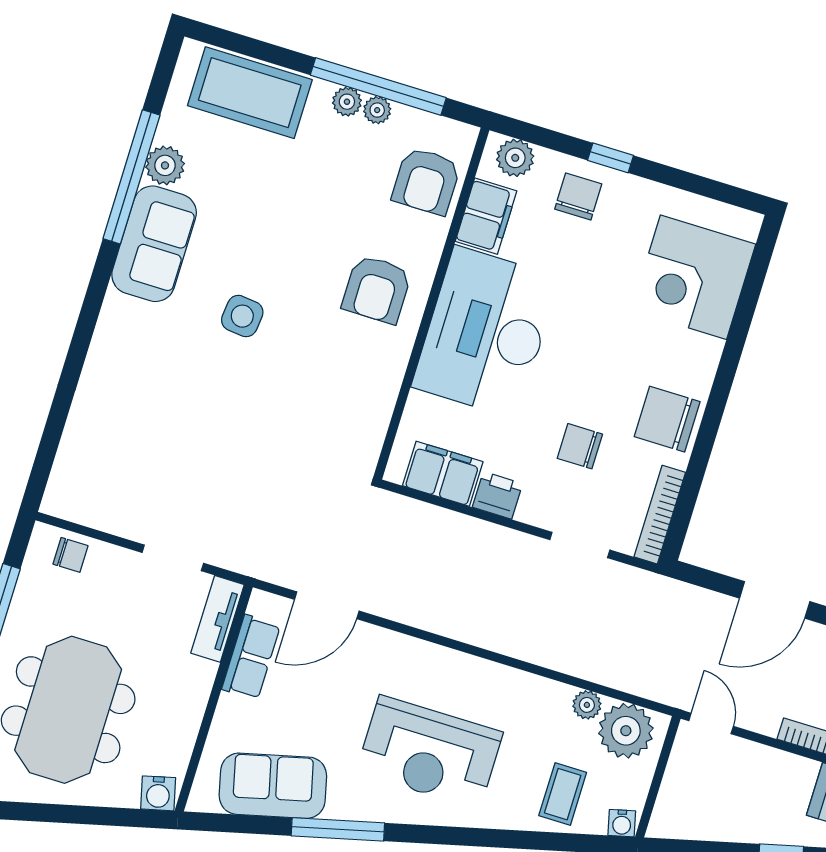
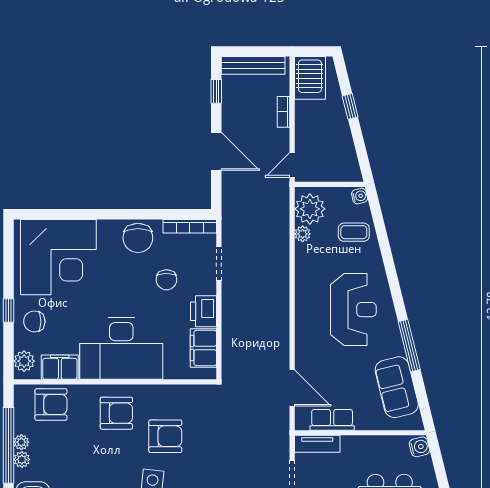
corner desk: (694, 277) -> (58, 257), width x1.36, depth x1.36
armchair: (311, 361) -> (165, 436), added
printer: (497, 495) -> (203, 311), width x1.36, depth x1.24

